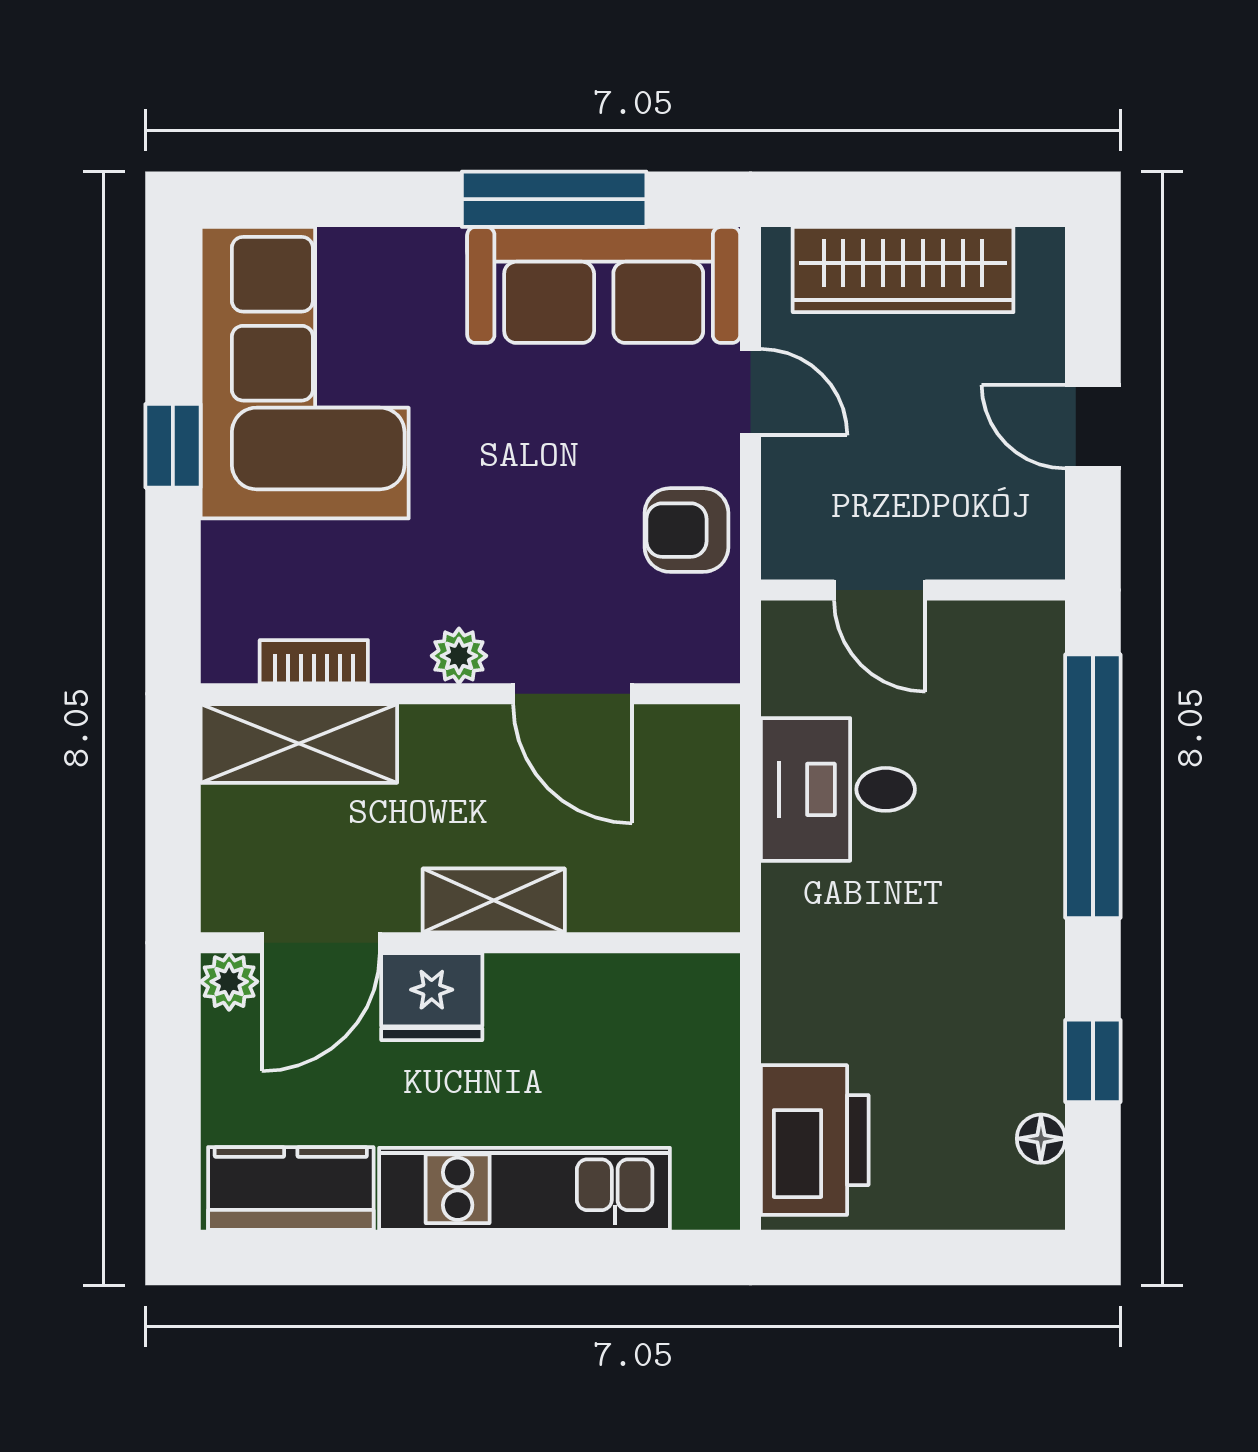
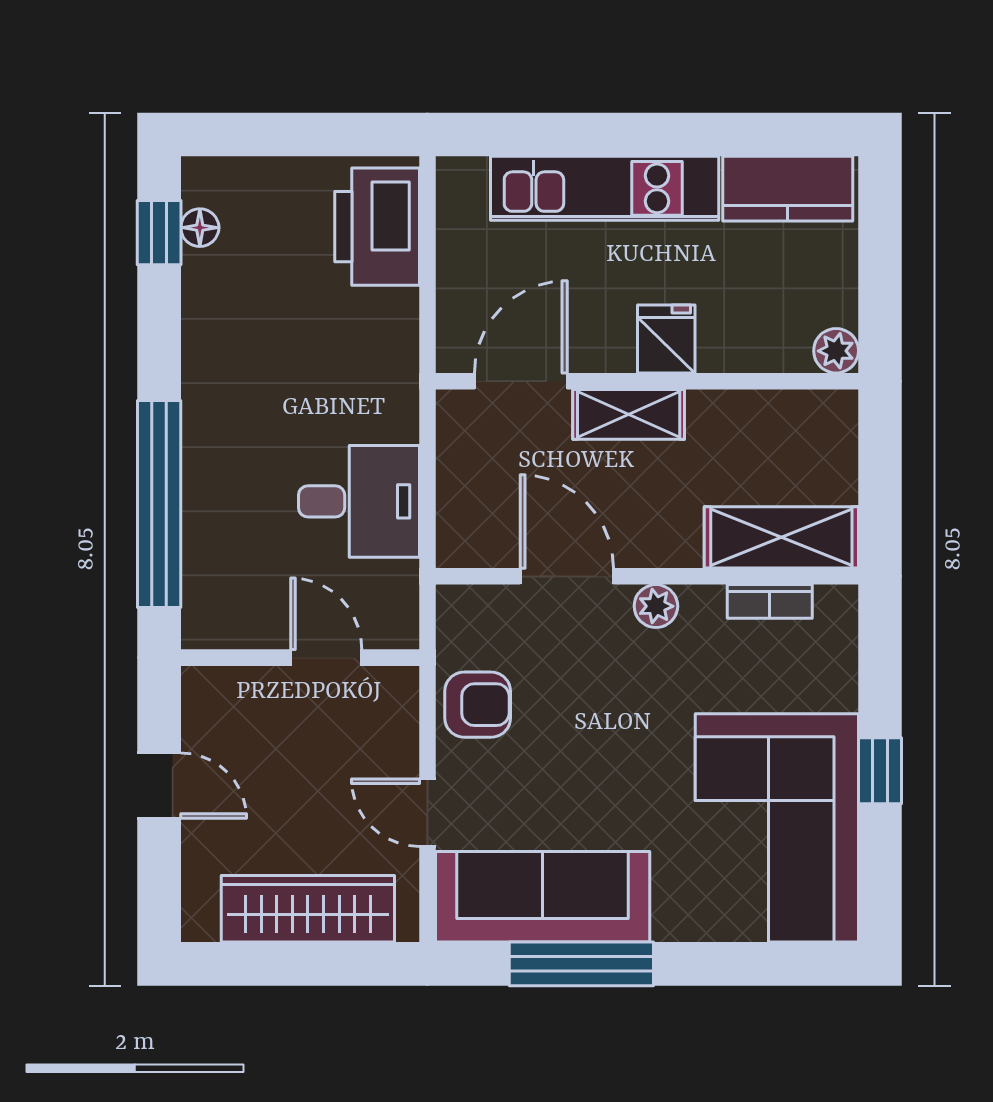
door: (321, 943) -> (521, 381), moved
fridge: (432, 997) -> (666, 339), width x0.72
window: (1093, 1061) -> (159, 233), moved

